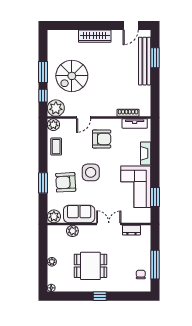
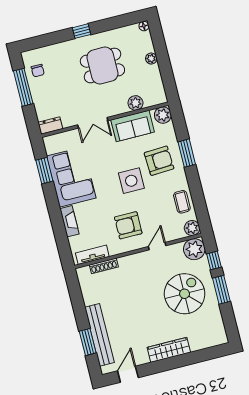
dresser: (131, 230) -> (50, 126), moved

